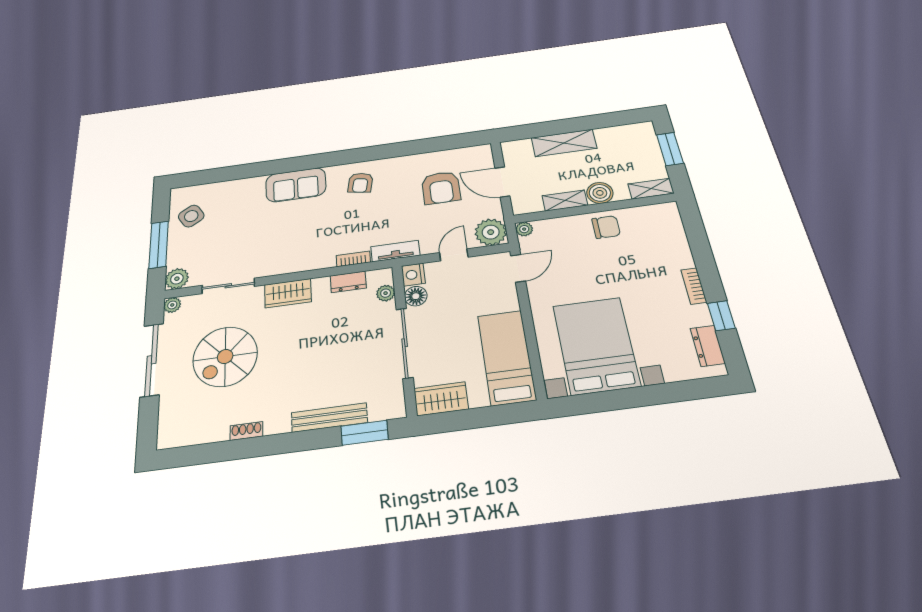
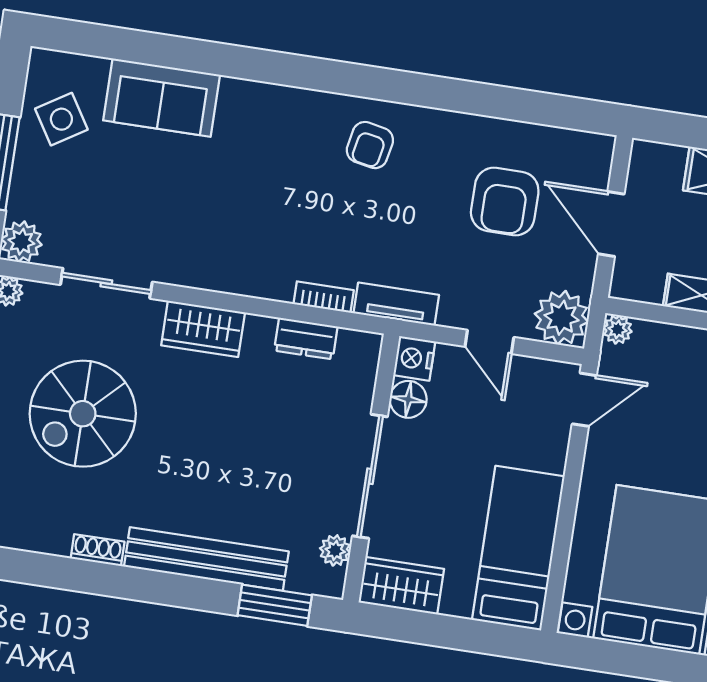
sofa: (296, 185) -> (162, 98), moved
door: (454, 255) -> (489, 342), swing flipped
plant: (386, 293) -> (335, 550), moved
bench: (329, 418) -> (206, 559), width x1.37, depth x1.21

